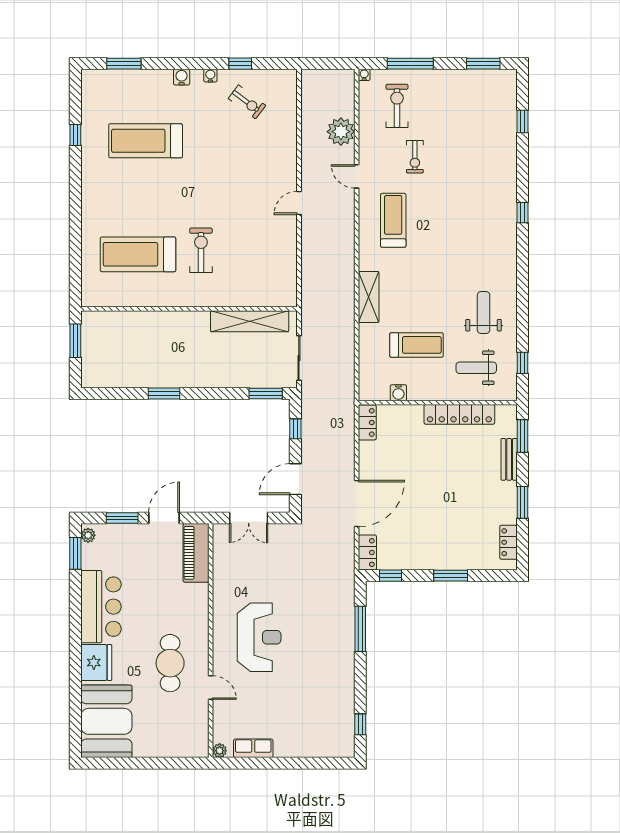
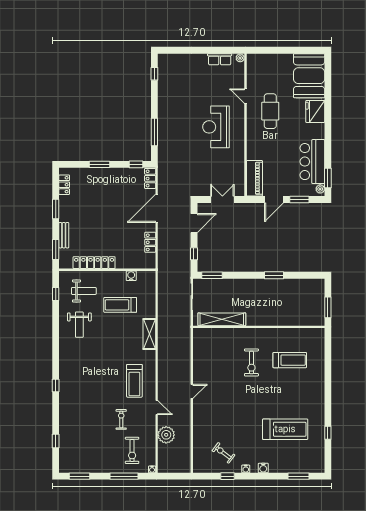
treadmill: (138, 254) -> (290, 360), width x0.73, depth x0.73
locker: (367, 422) -> (150, 242), moved
bar counter: (101, 607) -> (312, 162), moved

